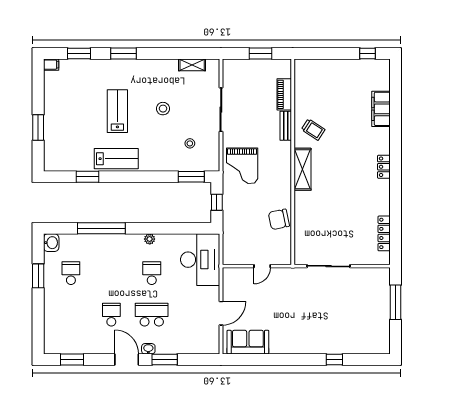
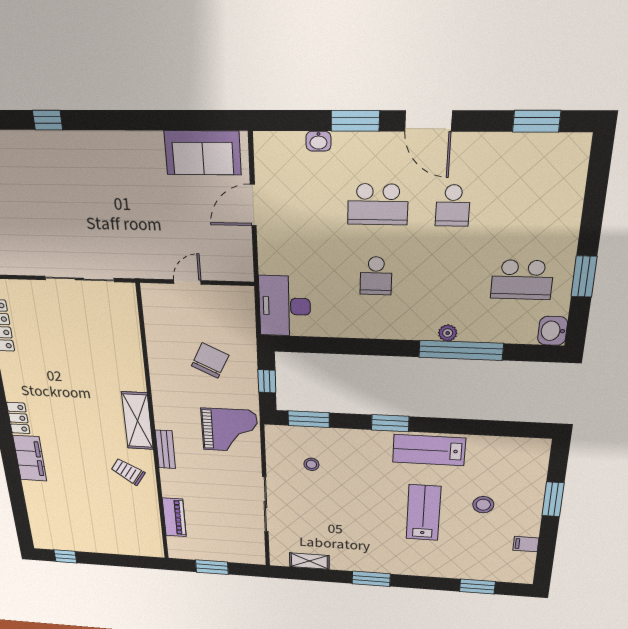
window: (123, 54) -> (371, 579), moved
filing cabinet: (51, 65) -> (526, 544), moved
stool: (163, 109) -> (483, 505), moved
filing cabinet: (381, 109) -> (30, 458), moved
lab bench: (117, 111) -> (423, 513), turned 180
bench: (286, 126) -> (165, 449), moved
grand piano: (242, 166) -> (230, 430), turned 90
window: (87, 177) -> (390, 423), moved
chair: (279, 219) -> (210, 361), moved, turned -52
plant: (150, 239) -> (448, 333), moved
desk: (200, 260) -> (285, 306), width x0.73, depth x0.77
school desk: (71, 273) -> (522, 280), width x1.85
washbasin: (148, 349) -> (318, 141), moved

